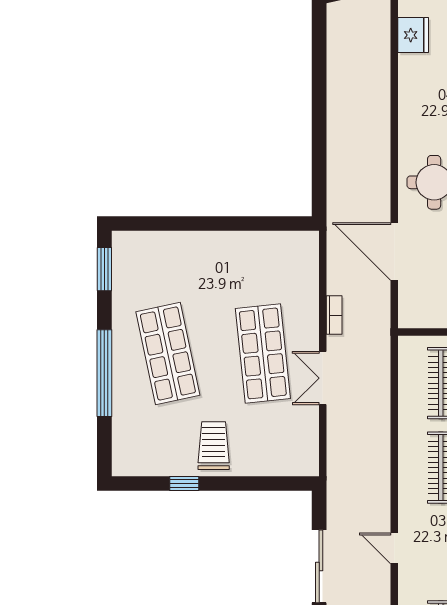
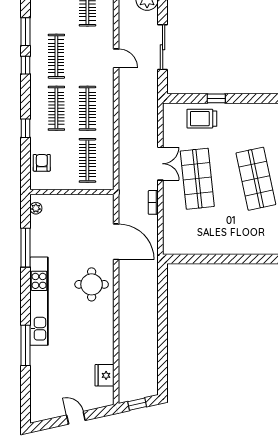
trolley: (214, 446) -> (202, 119), moved, turned 90
window: (184, 484) -> (216, 98), moved

